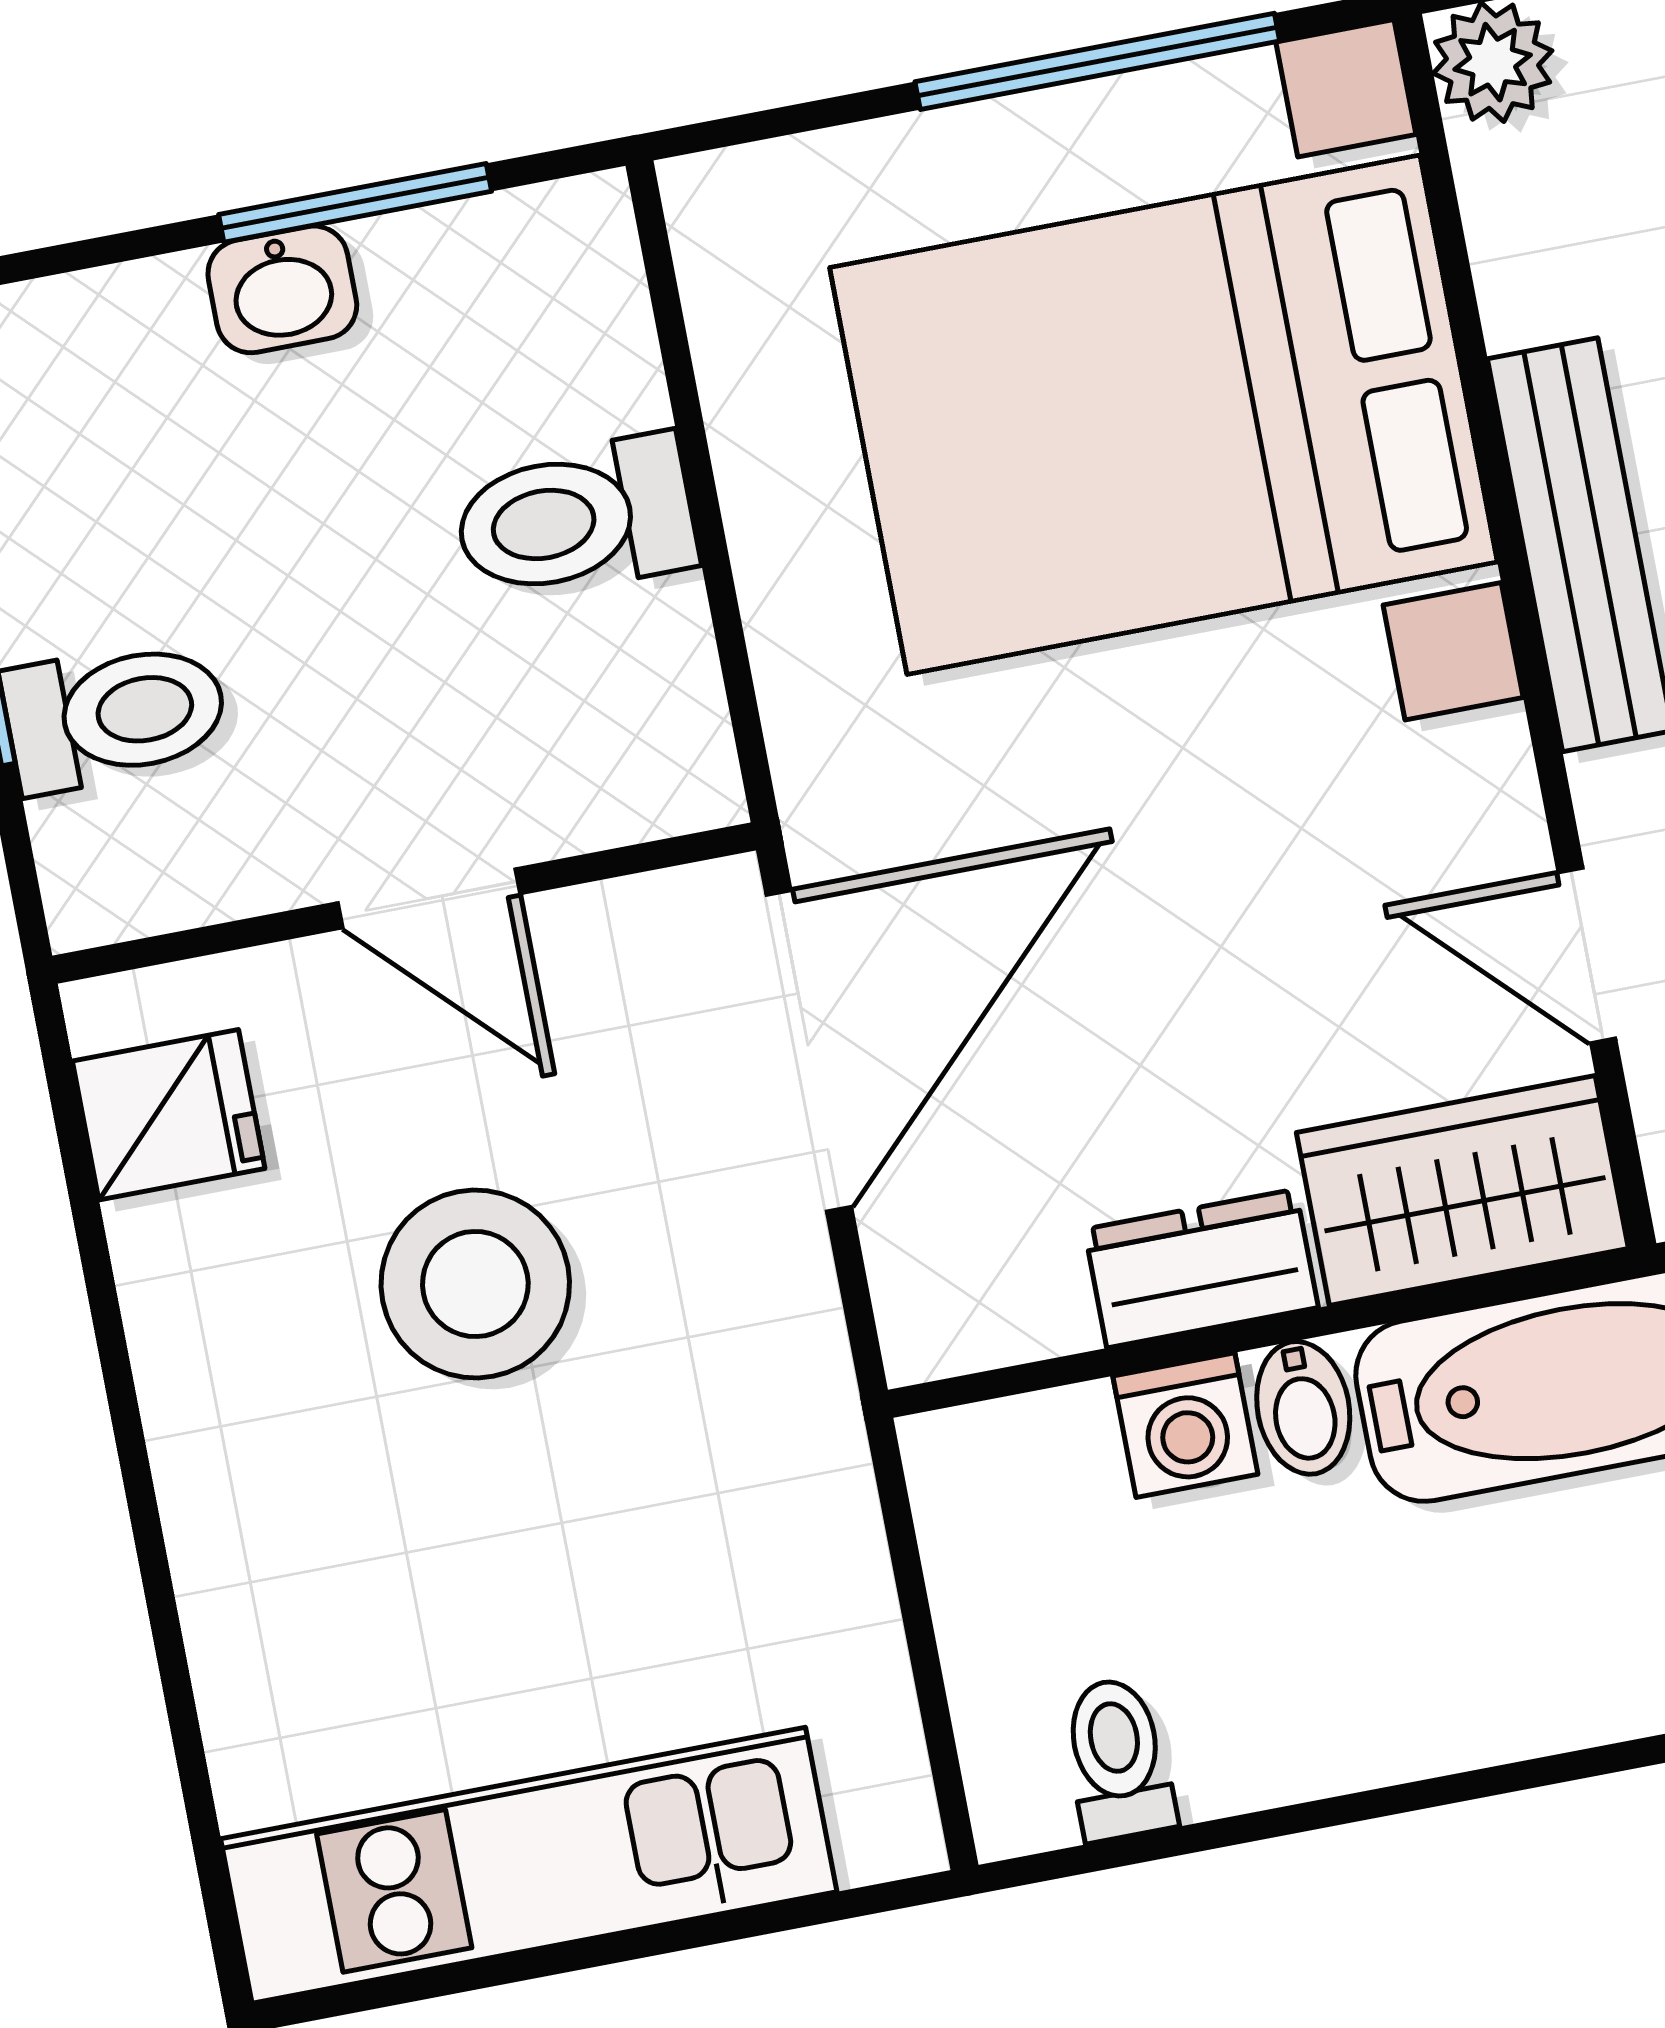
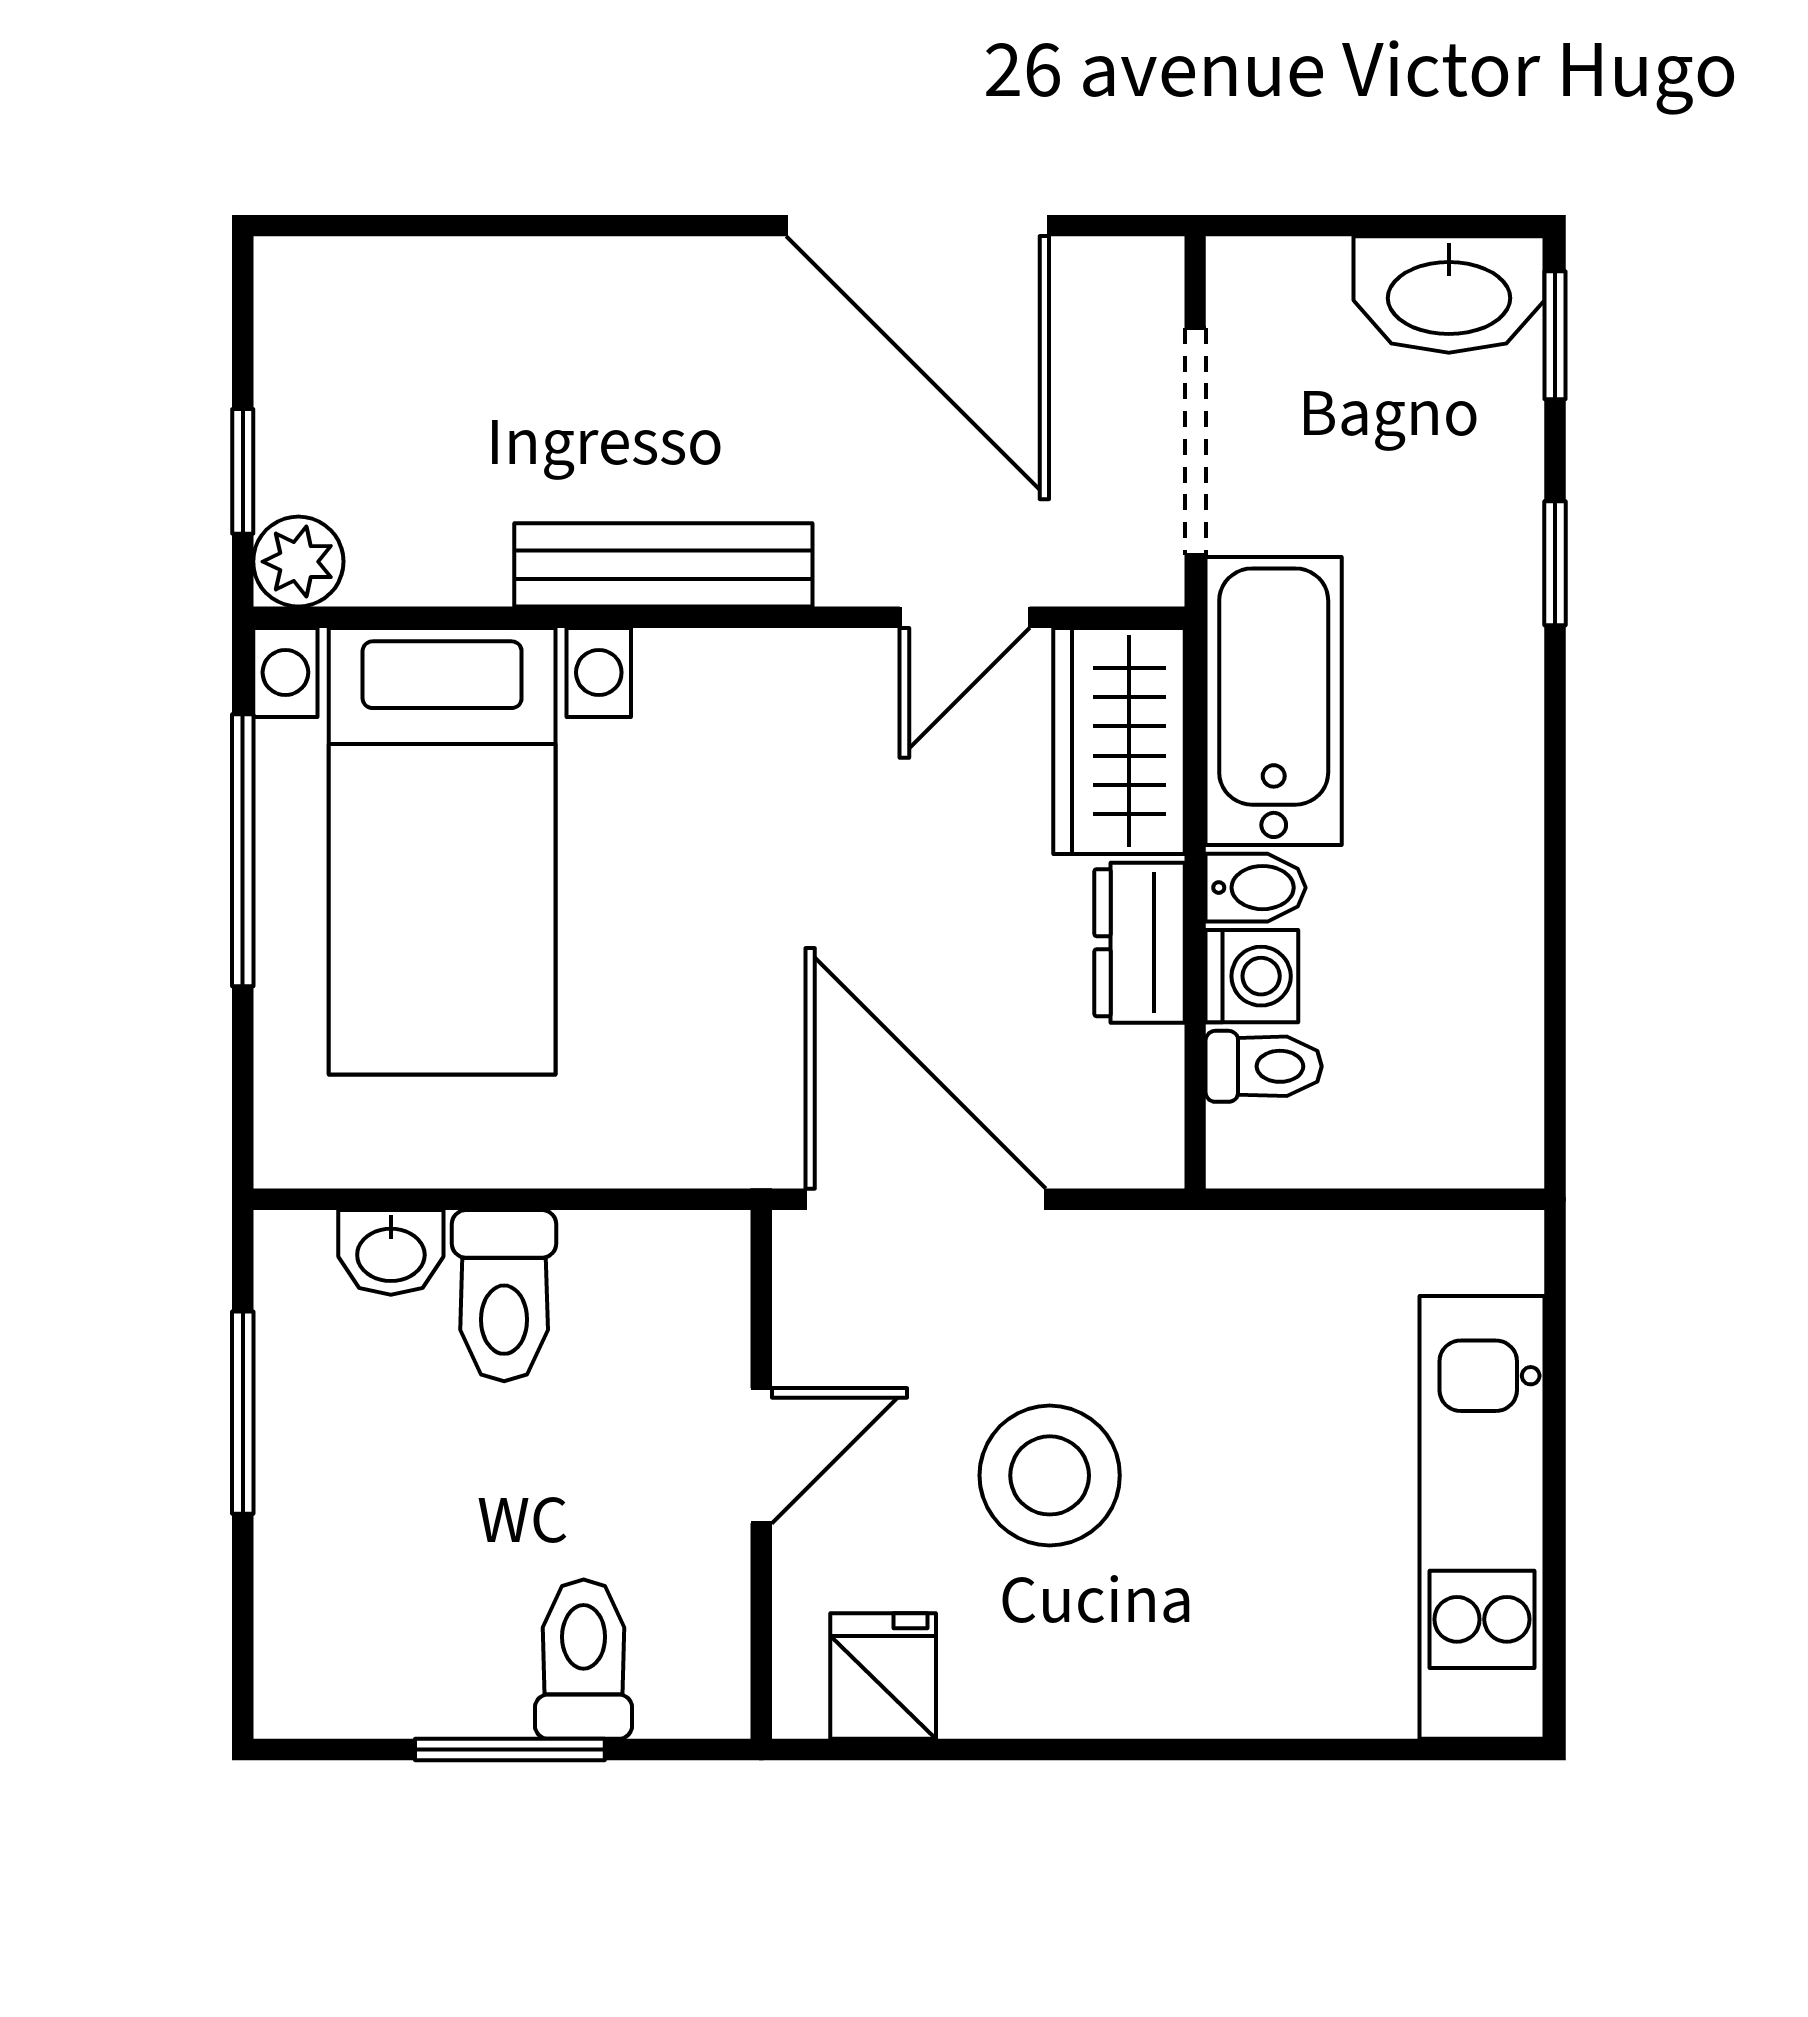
washbasin: (282, 289) -> (391, 1252), moved, turned 90
bed with nightstands: (1164, 415) -> (442, 851), width x0.73
toilet: (1118, 1759) -> (1264, 1066), moved, turned 180

